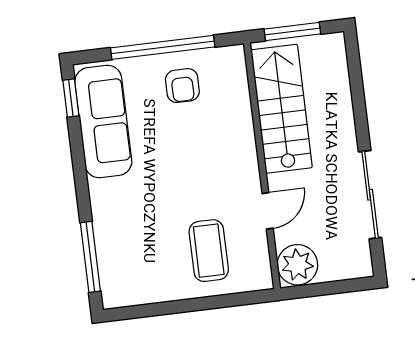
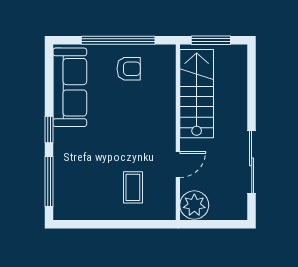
armchair: (182, 86) -> (129, 69), turned -90
window: (71, 98) -> (49, 129), moved
coffee table: (209, 251) -> (133, 187), width x0.73, depth x0.77

